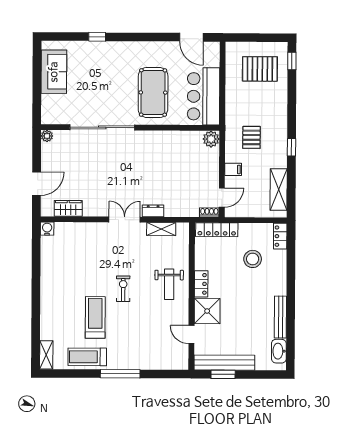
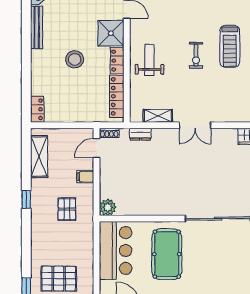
dresser: (153, 211) -> (140, 134), moved
locker: (217, 230) -> (117, 96), moved, turned -90
stool: (253, 259) -> (75, 59), moved
treadmill: (95, 317) -> (230, 46), moved

